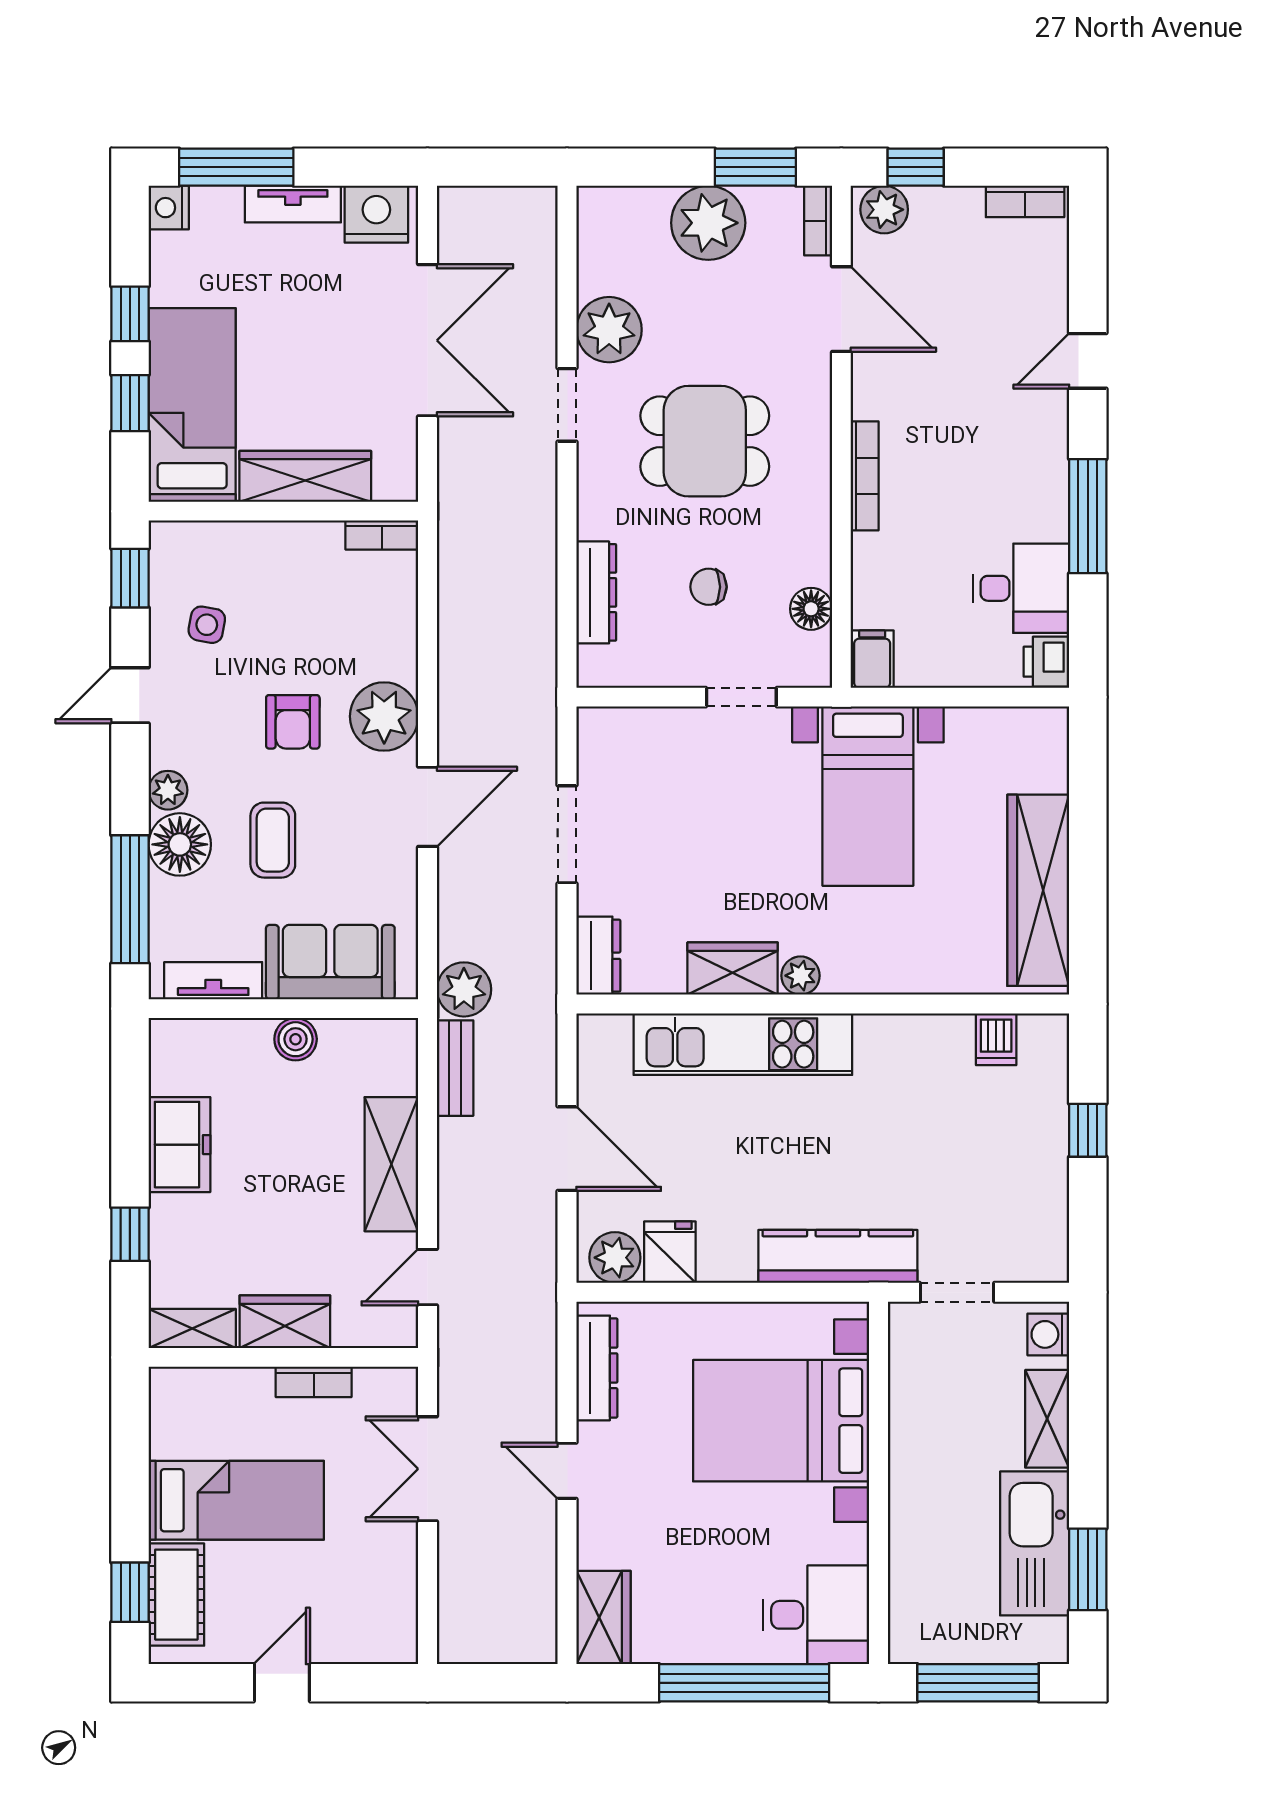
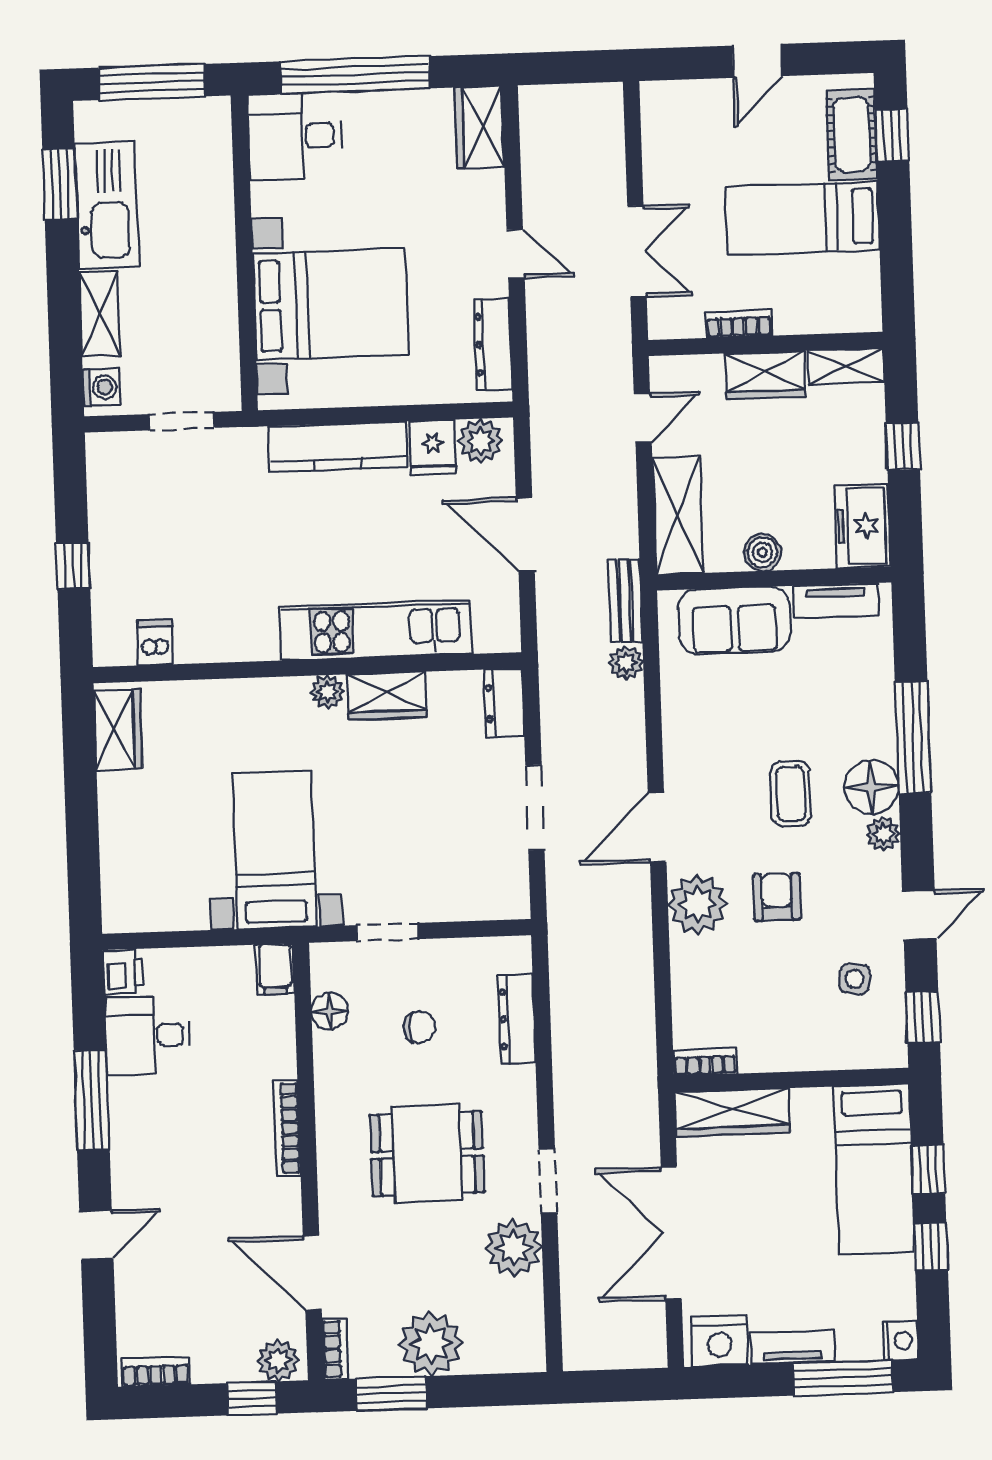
wardrobe: (305, 476) -> (732, 1112), moved
wardrobe: (1038, 890) -> (118, 730), width x0.48, depth x0.85
sofa: (330, 962) -> (735, 620), moved
tv unit: (213, 981) -> (836, 601), moved
plant: (464, 989) -> (626, 663), width x0.73, depth x0.73
wall: (283, 1009) -> (774, 578), moved
boiler: (296, 1039) -> (762, 552), moved
kitchen counter: (838, 1256) -> (338, 447), moved

